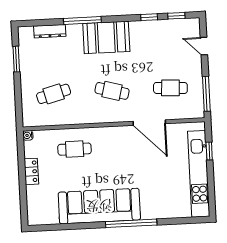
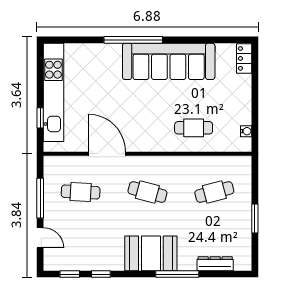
window: (16, 59) -> (255, 219), moved
window: (206, 94) -> (40, 198), moved
water cooler: (28, 135) -> (246, 131), moved
locker: (31, 171) -> (244, 58), moved

